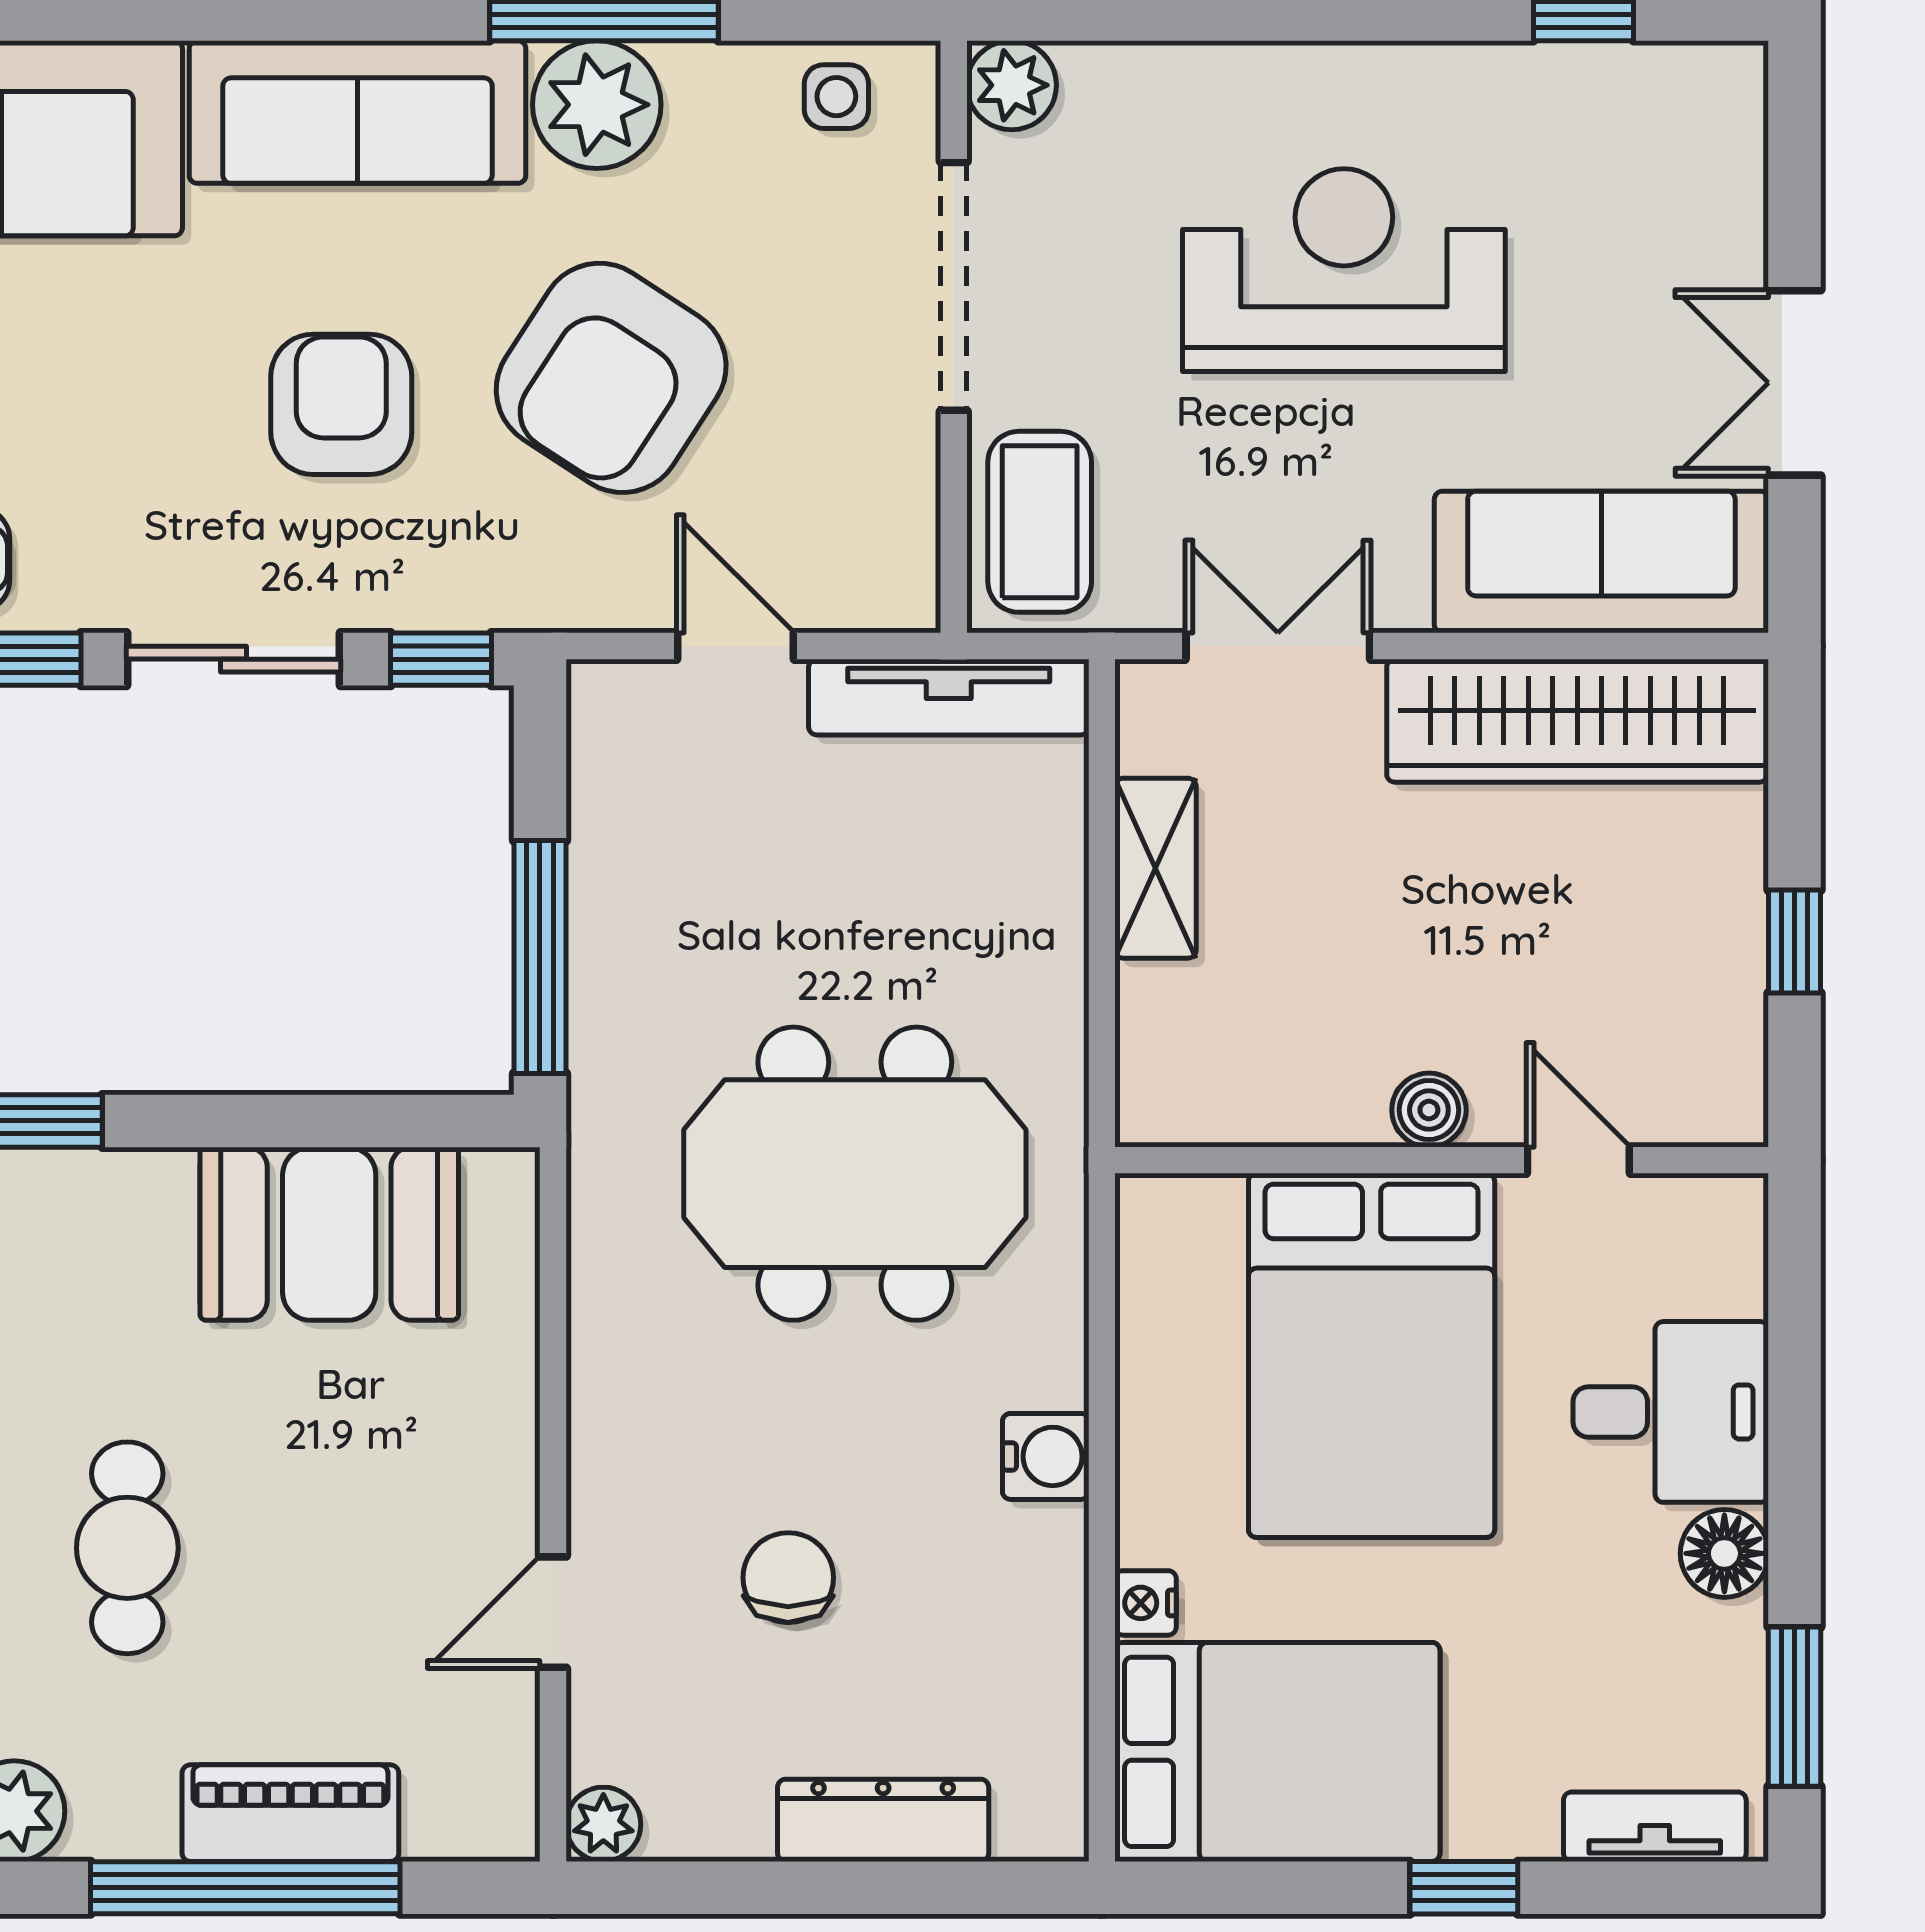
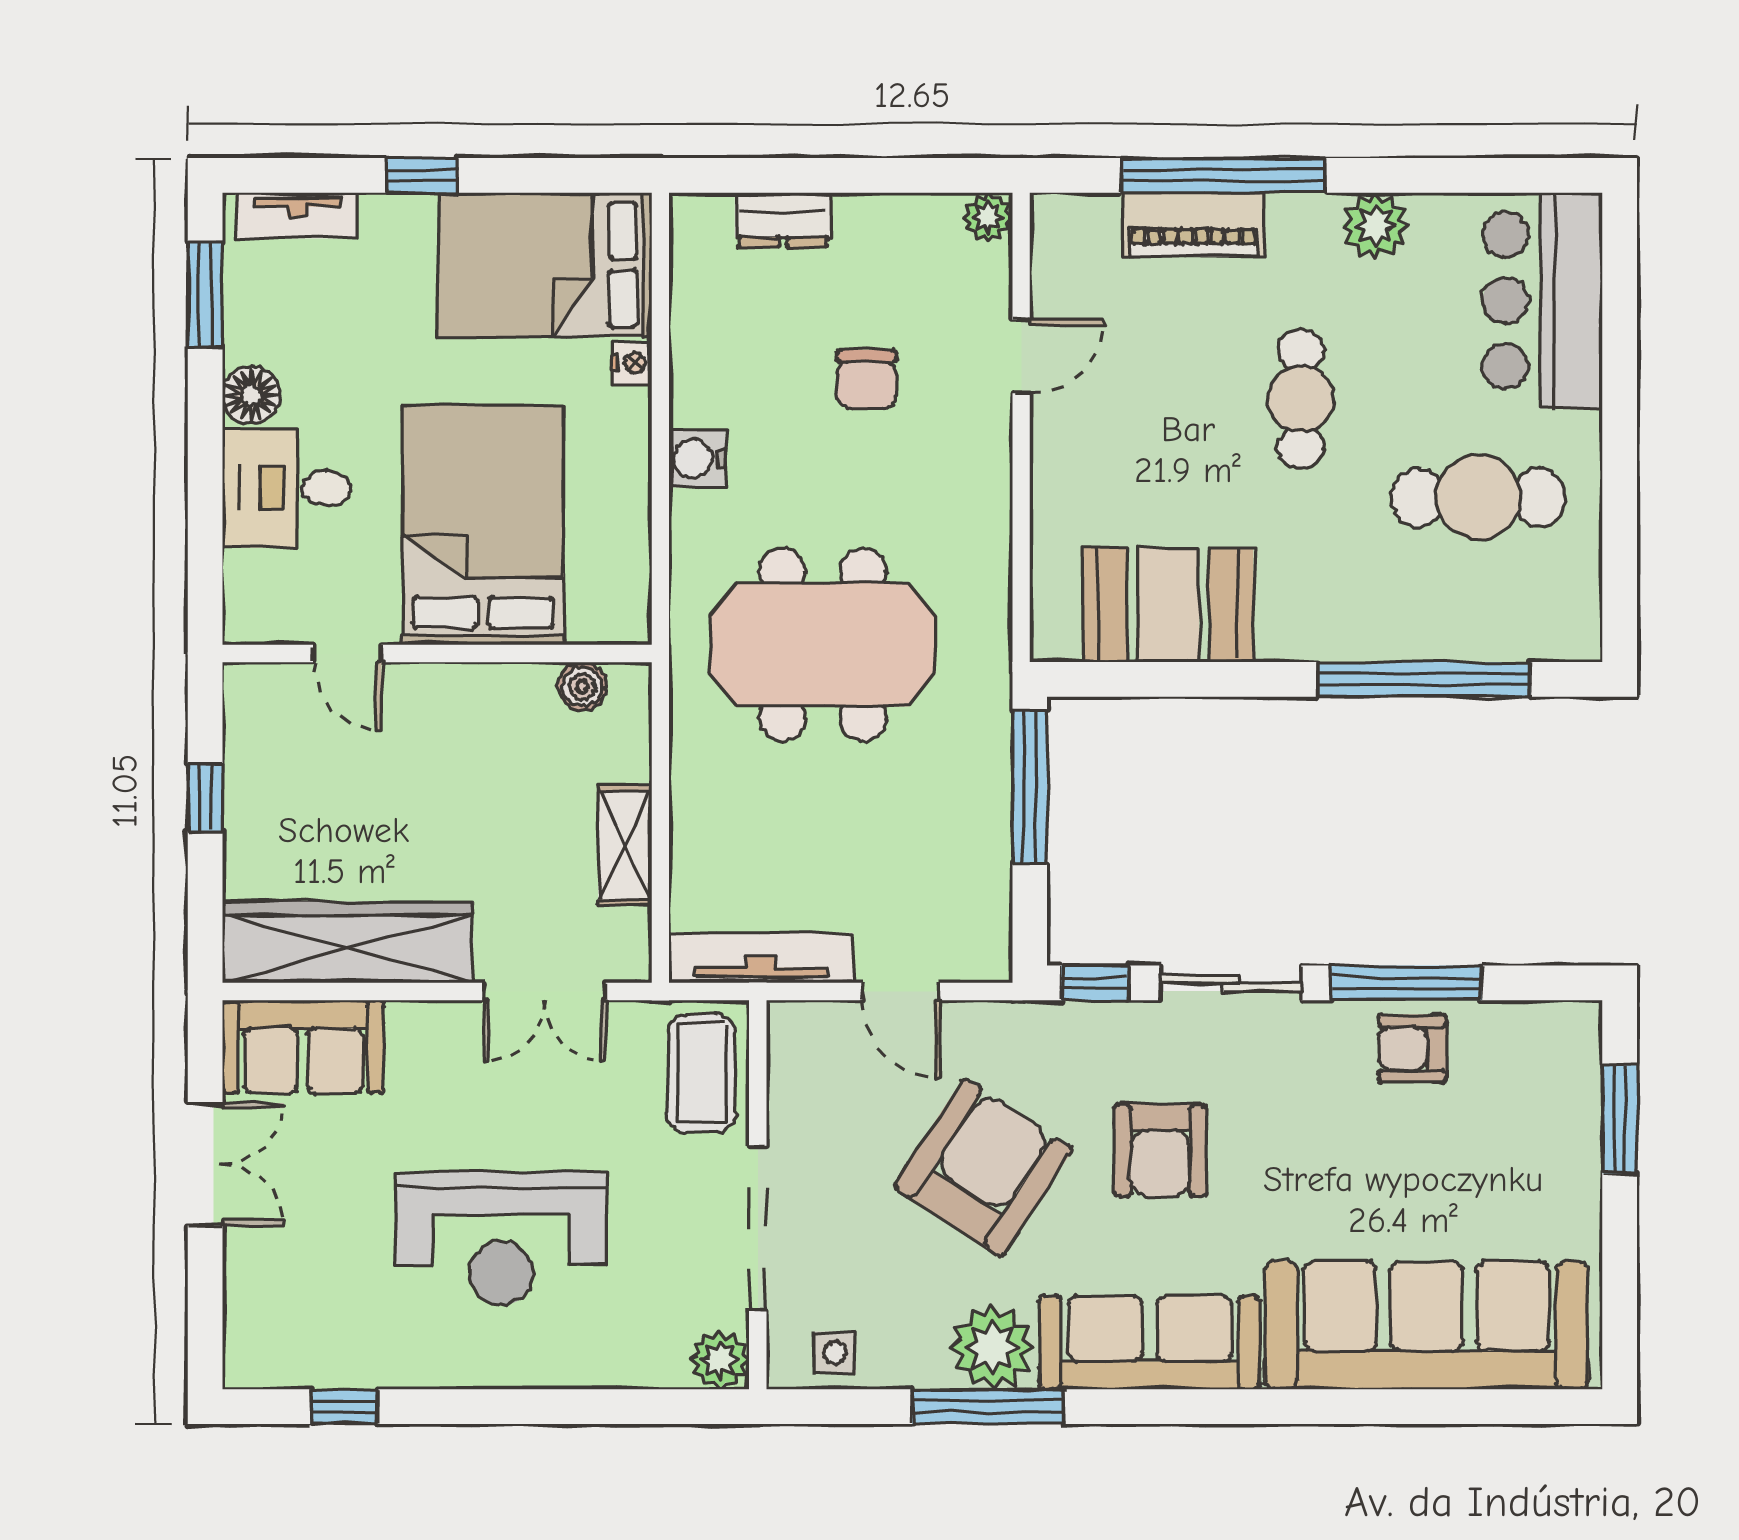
sofa: (1601, 562) -> (303, 1047), width x0.73
boiler: (1429, 1110) -> (582, 687), moved
dresser: (883, 1820) -> (783, 220), width x0.70

